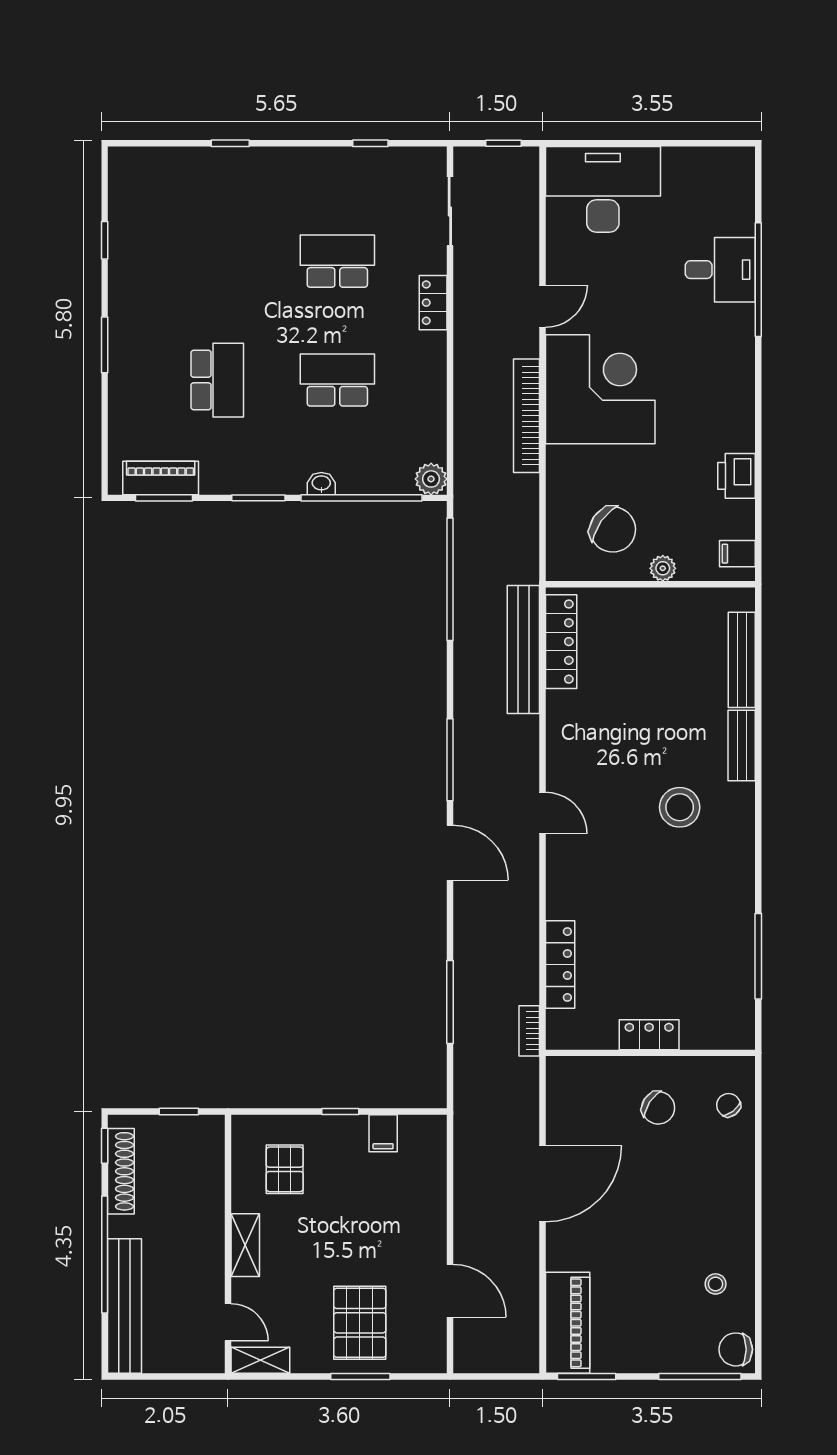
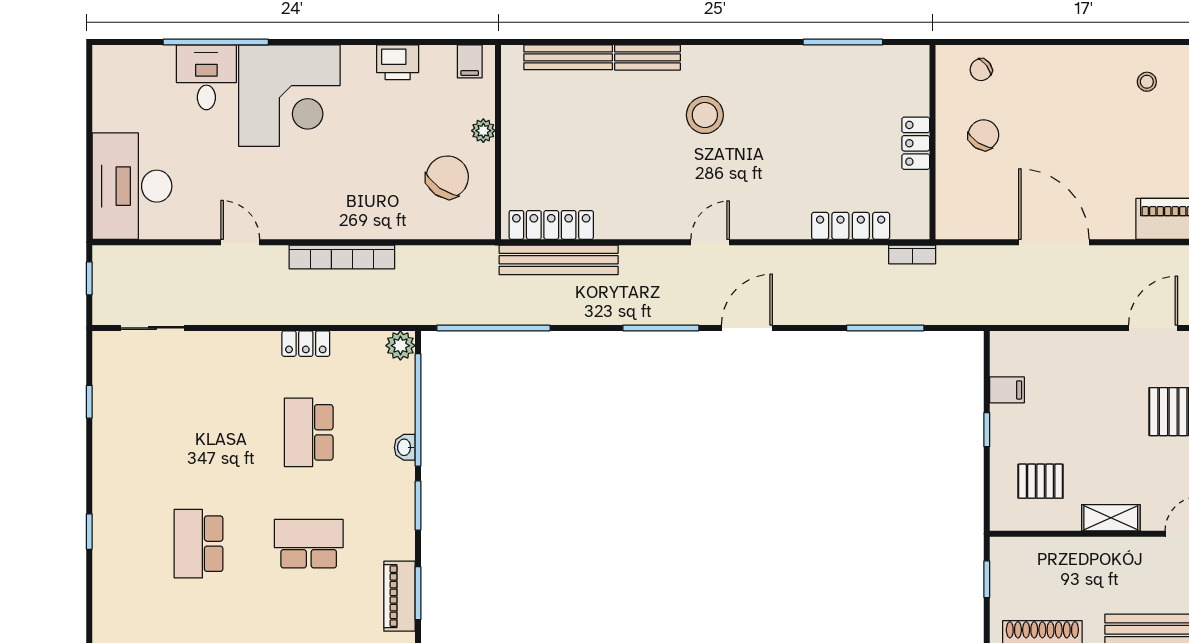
school desk: (337, 261) -> (199, 544), moved
locker: (433, 303) -> (306, 344), moved
corner desk: (600, 389) -> (289, 96), moved, turned 180

